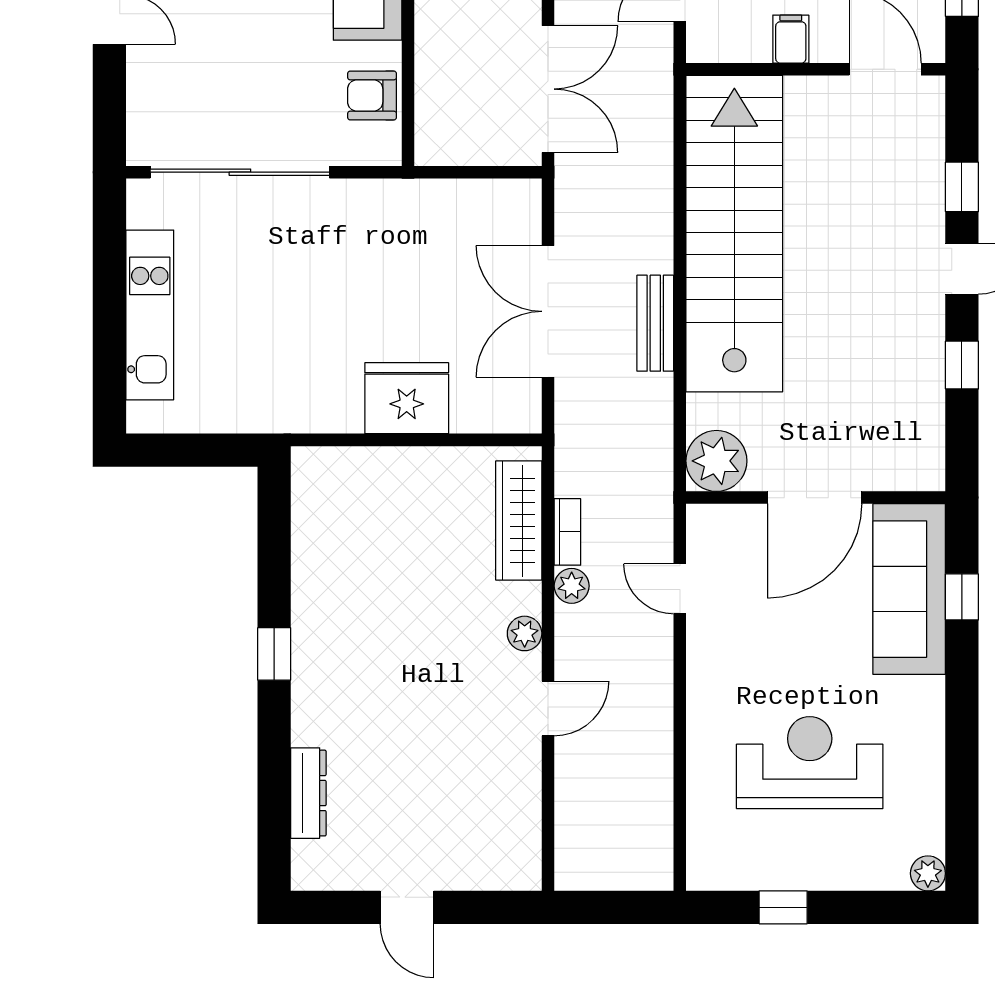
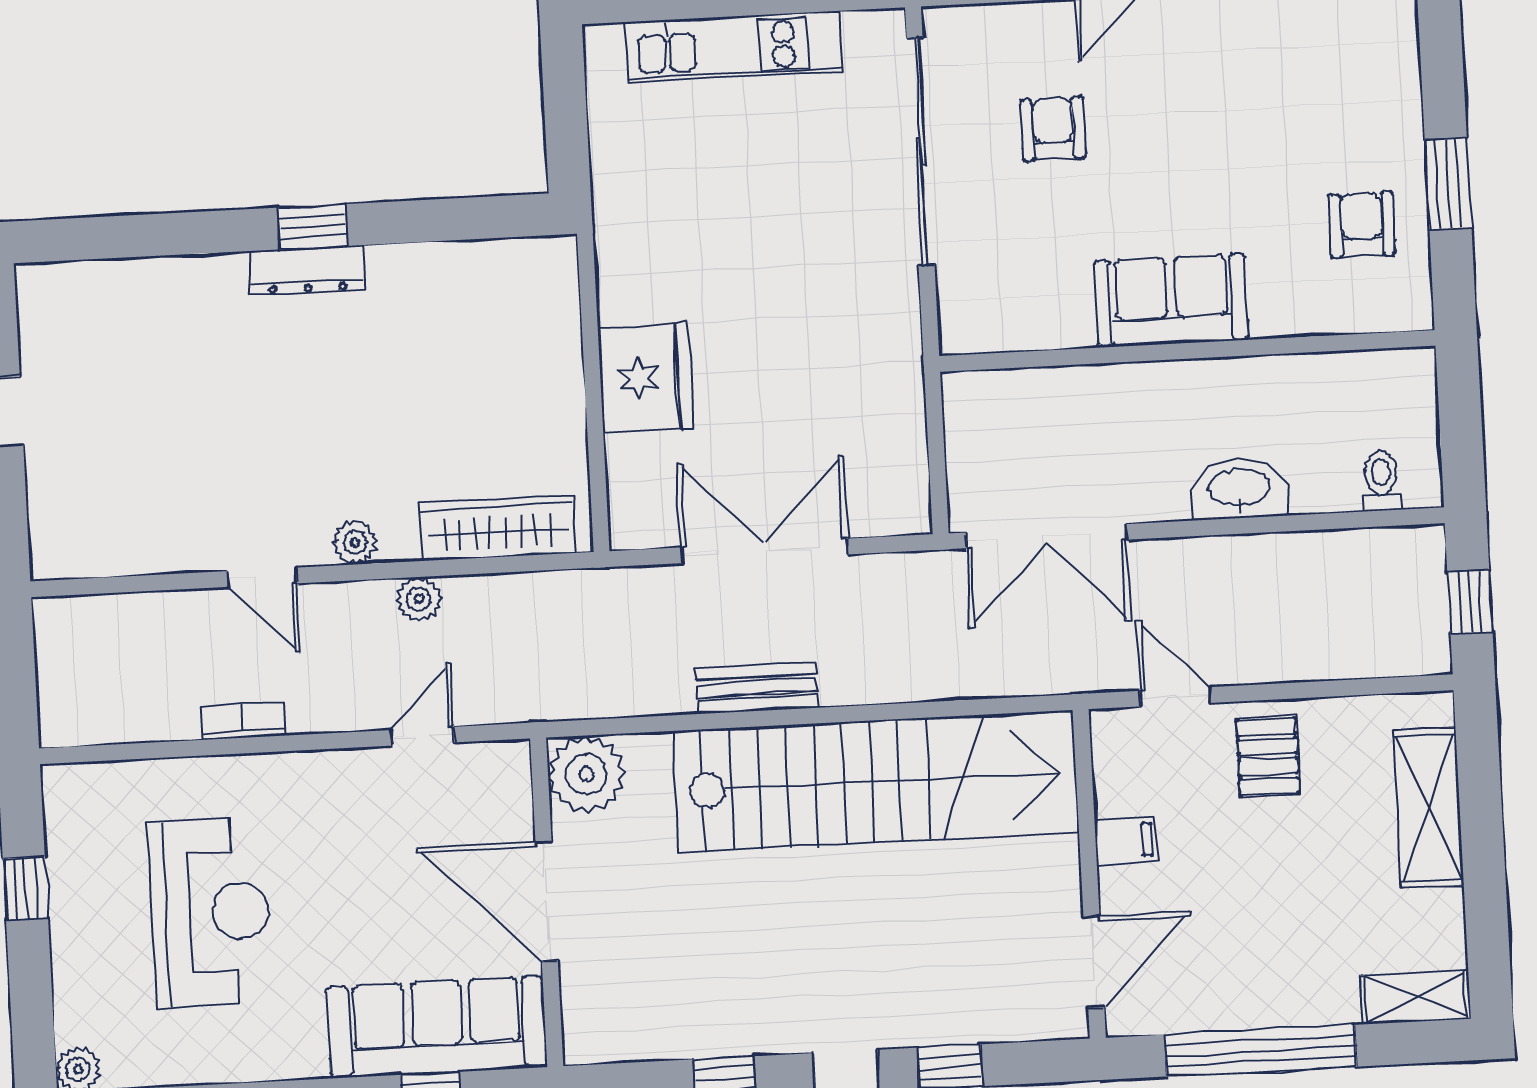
armchair: (372, 95) -> (1053, 129), moved
bookcase: (567, 532) -> (243, 721), moved, turned 180
dresser: (308, 793) -> (307, 270), moved

